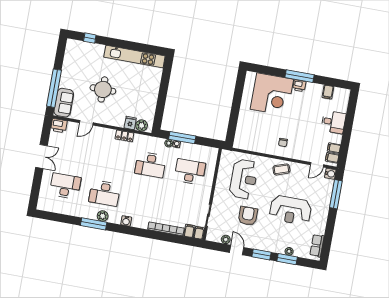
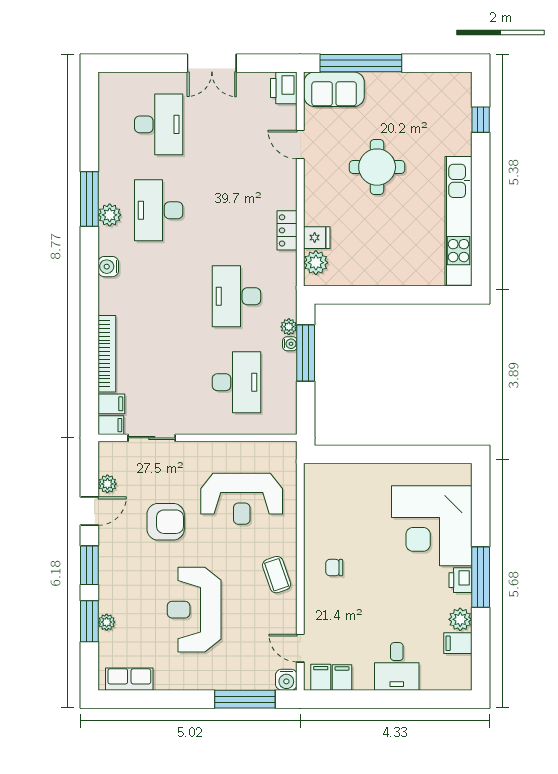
plant: (317, 89) -> (460, 619), added

